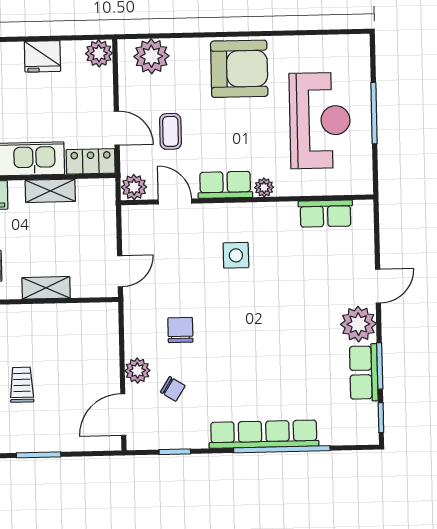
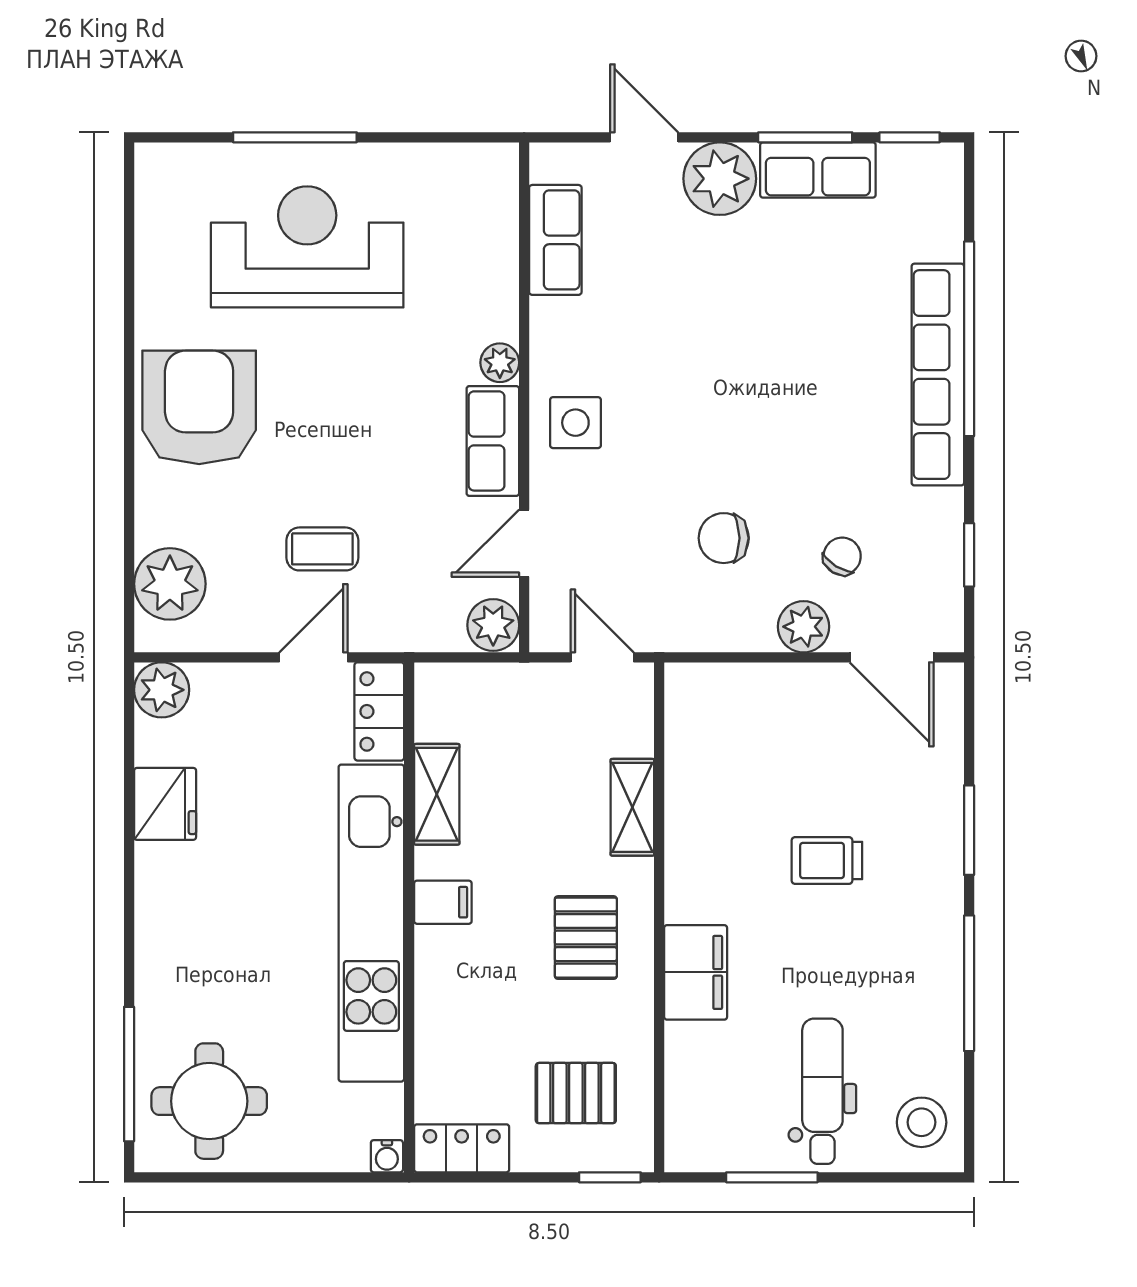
row of seats: (225, 185) -> (493, 441), moved
plant: (134, 187) -> (493, 625), moved
plant: (264, 187) -> (500, 363), moved
wall: (247, 200) -> (524, 397), moved
door: (175, 202) -> (524, 543), moved
row of seats: (325, 214) -> (555, 240), moved

